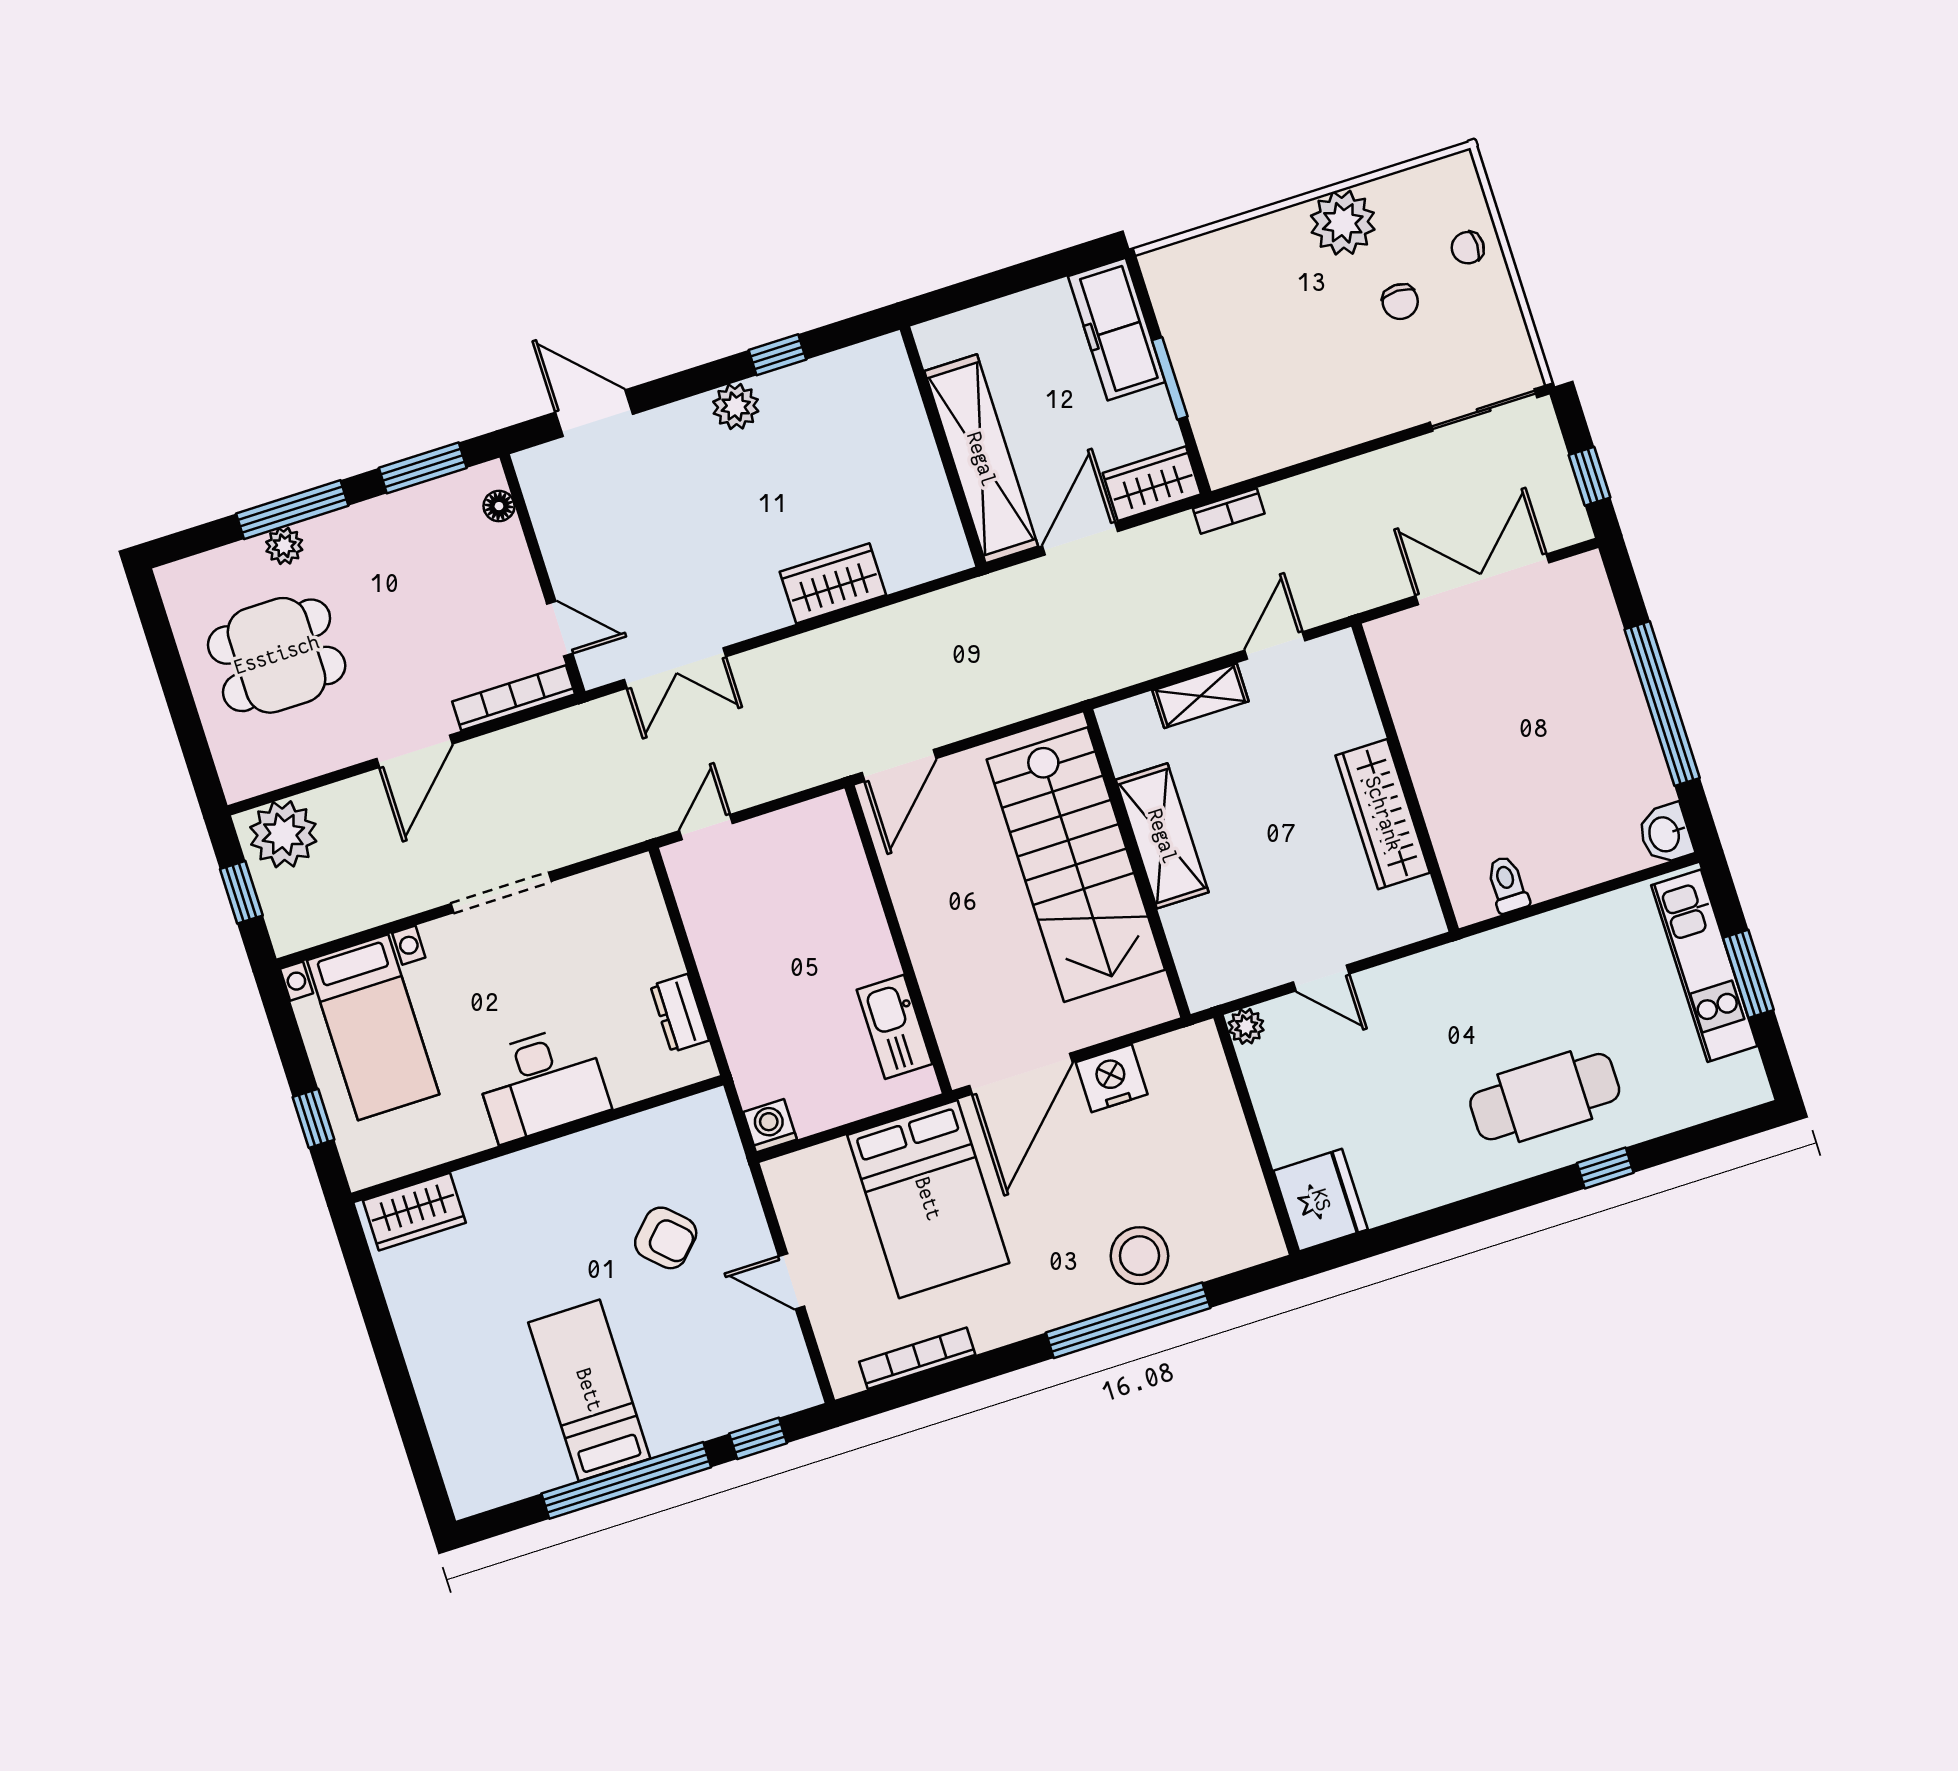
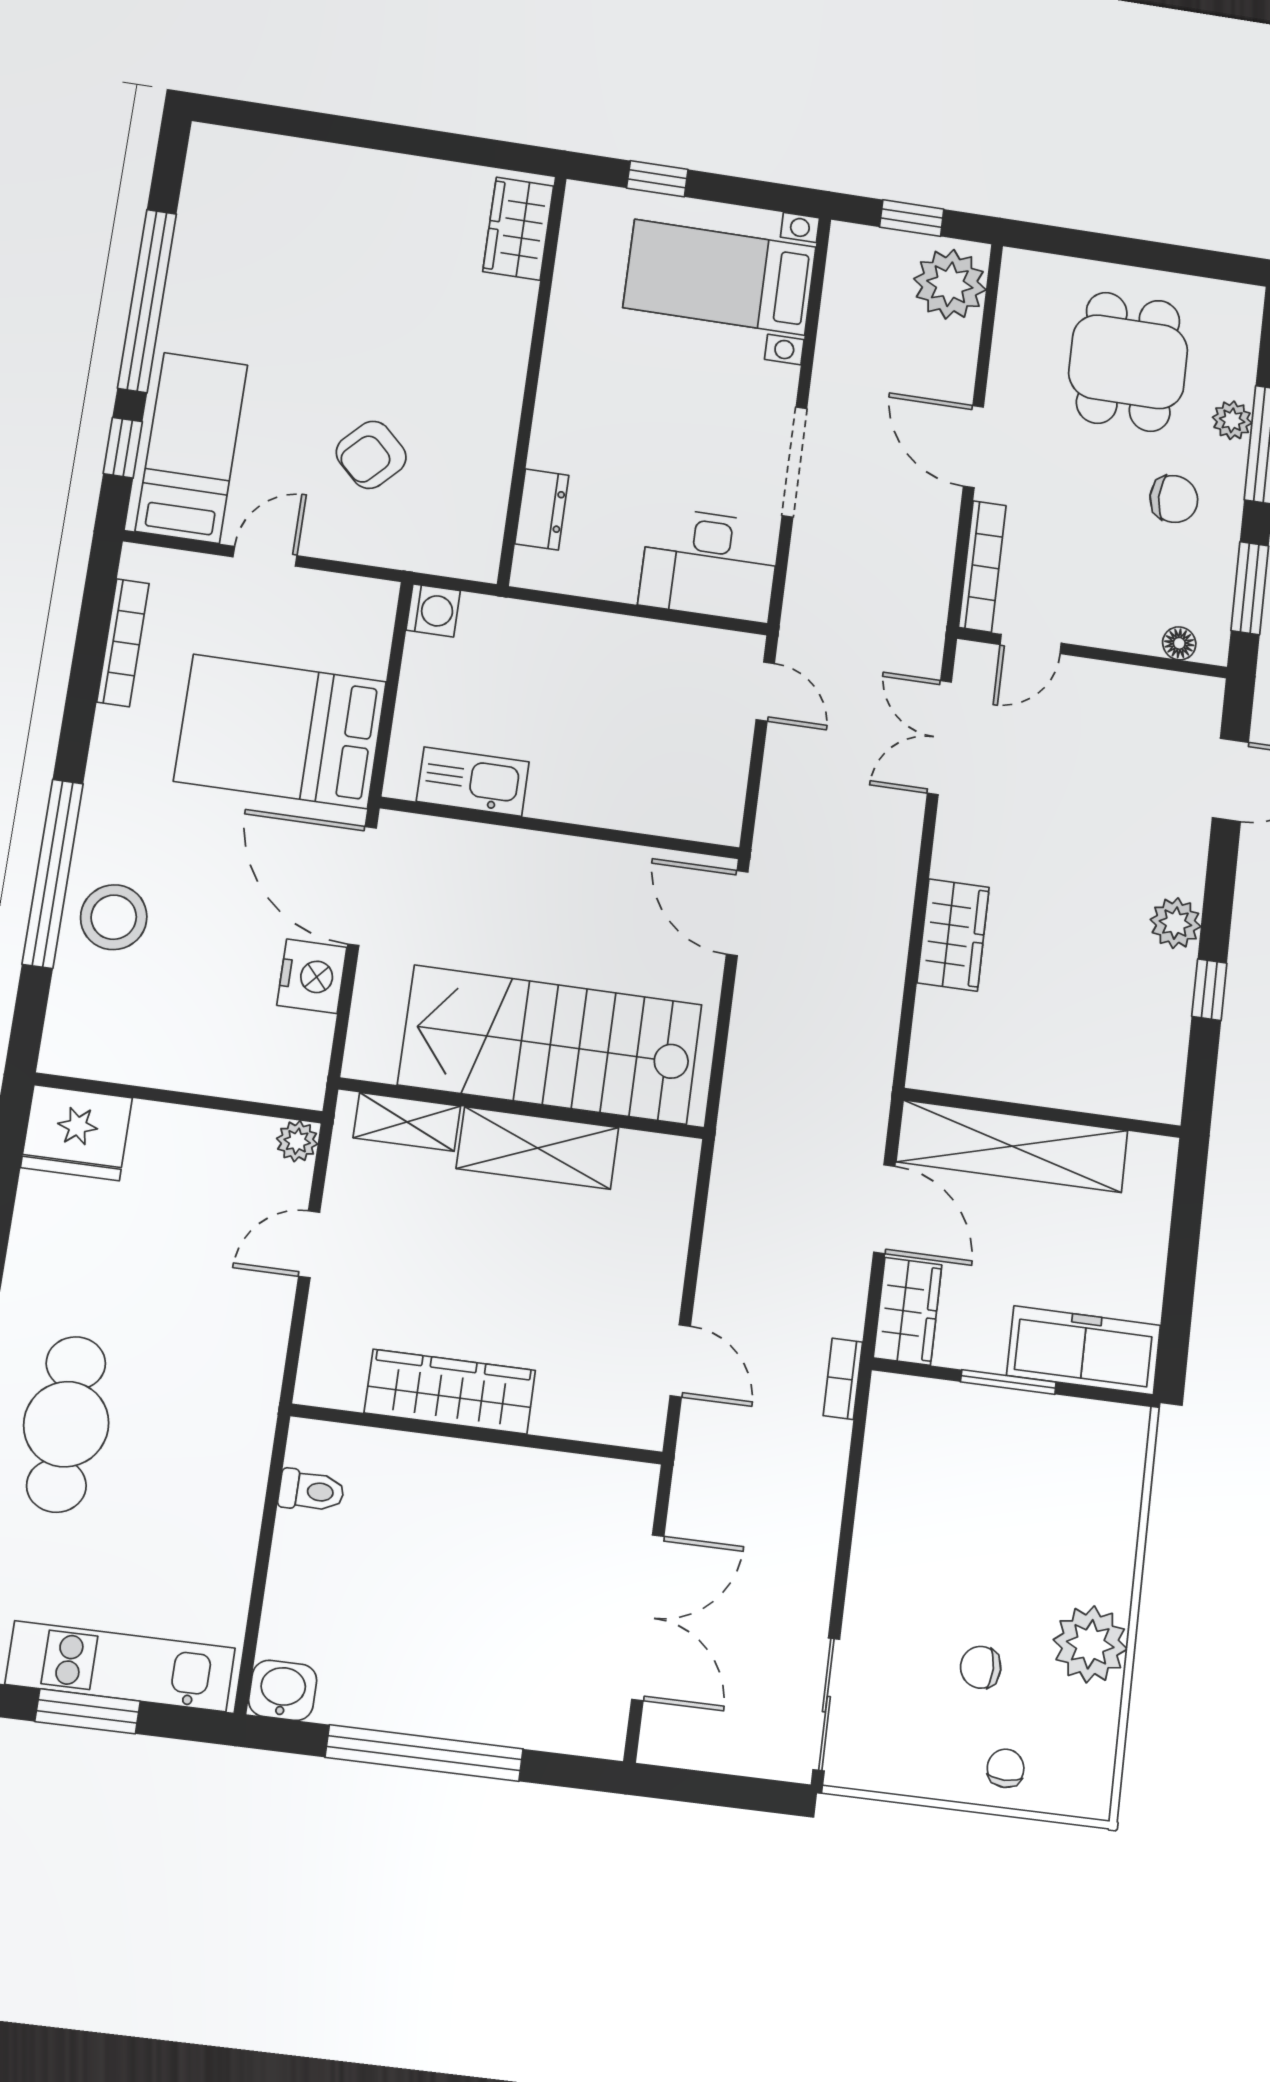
window: (1590, 476) -> (704, 1788), removed
chair: (377, 565) -> (1174, 499), added
shelving: (1201, 696) -> (407, 1122), moved, turned 90
dresser: (680, 1013) -> (542, 509), moved, turned 90
desk: (542, 1083) -> (709, 564), moved, turned -90
bed: (589, 1390) -> (192, 448), moved, turned -90

